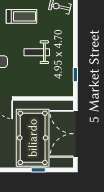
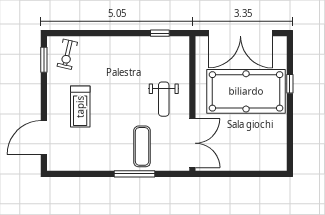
treadmill: (22, 16) -> (80, 107), turned 180
weight bench: (37, 52) -> (164, 99), moved

